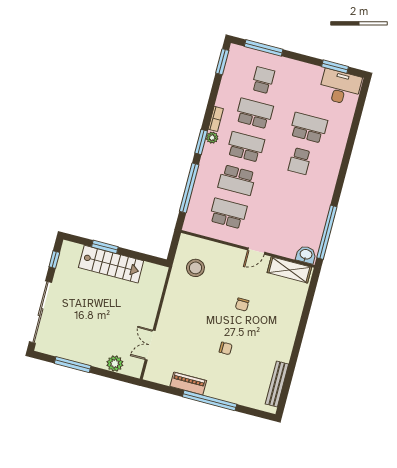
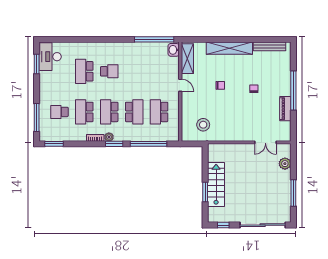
shelving: (289, 330) -> (229, 48), added

